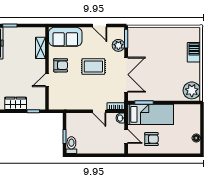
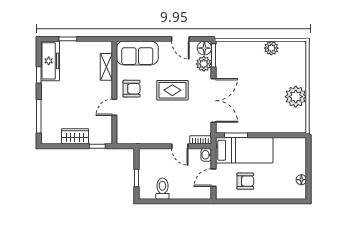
floor lamp: (119, 33) -> (204, 48), added
plant: (172, 33) -> (271, 48), added
barbecue: (194, 52) -> (298, 72), removed
plant: (192, 90) -> (296, 97), moved
door: (126, 136) -> (214, 178), swing flipped
toilet: (71, 145) -> (162, 189), moved

